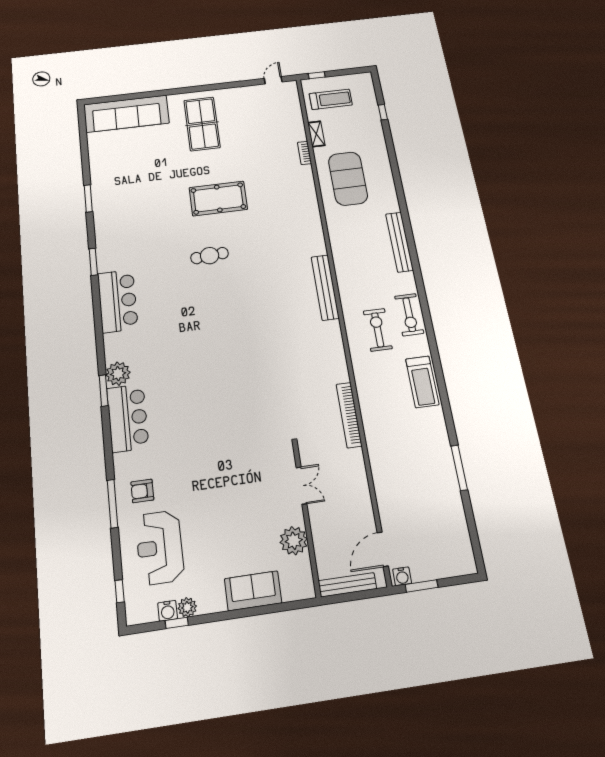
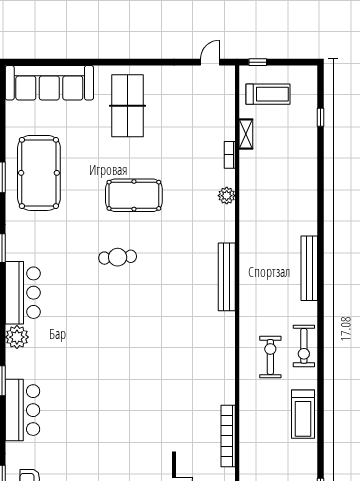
exercise mat: (348, 179) -> (270, 191), removed
plant: (307, 188) -> (227, 196), added
pool table: (124, 190) -> (39, 173), added
bench: (325, 287) -> (227, 277), moved
plant: (118, 374) -> (17, 337), moved

